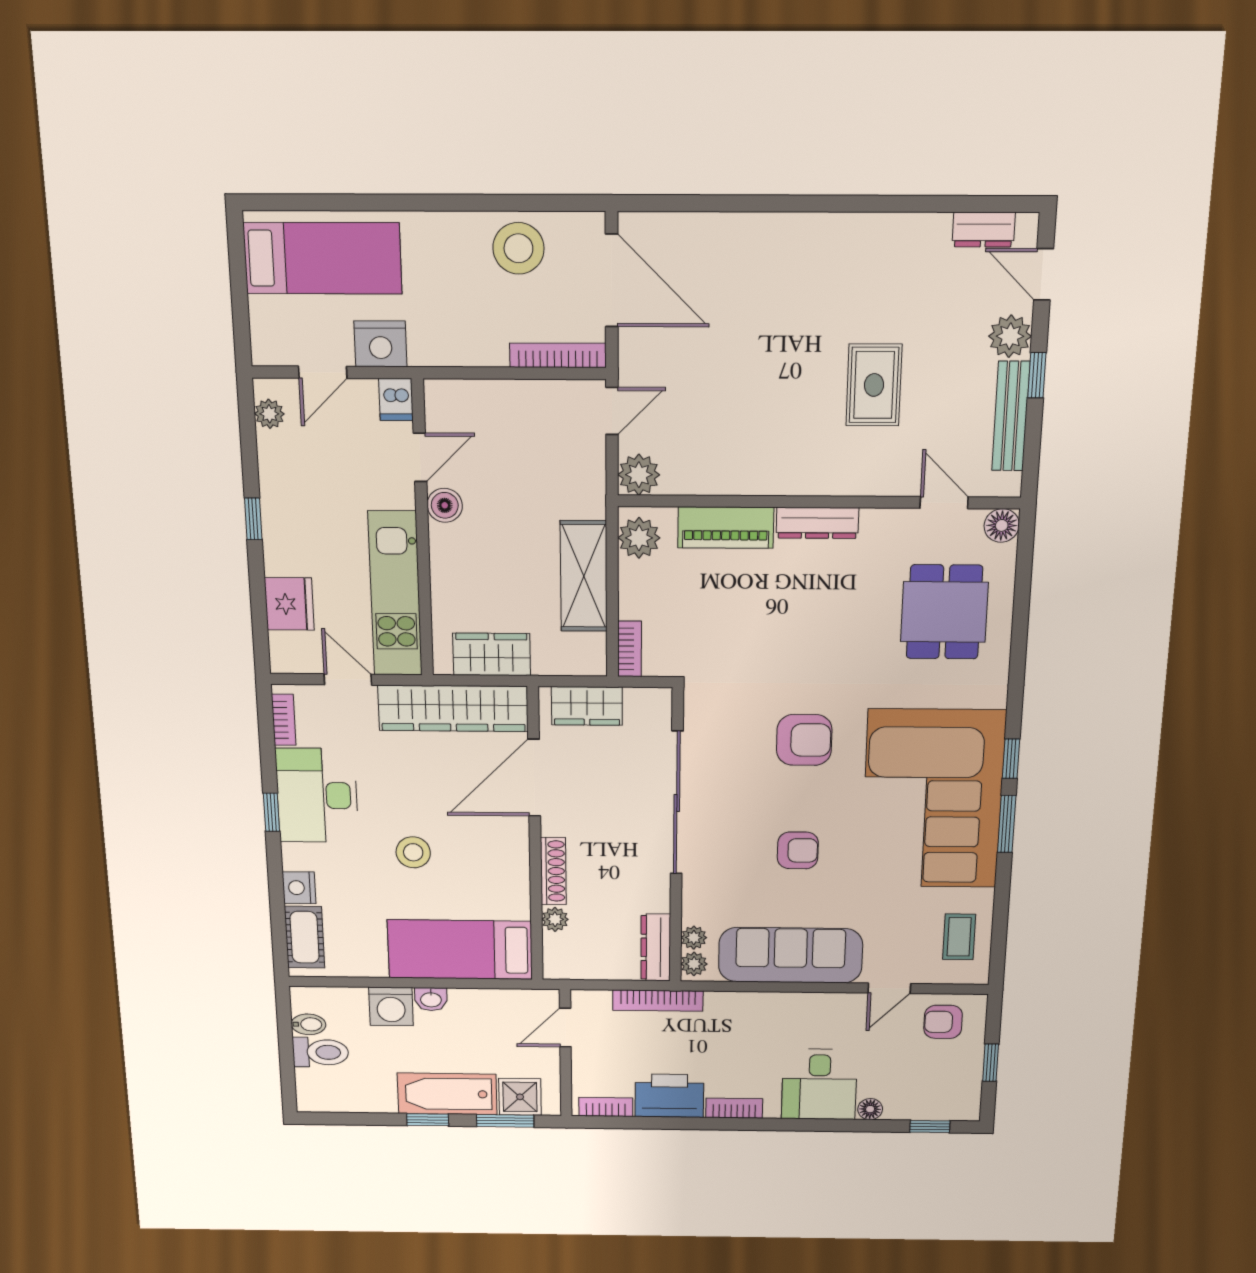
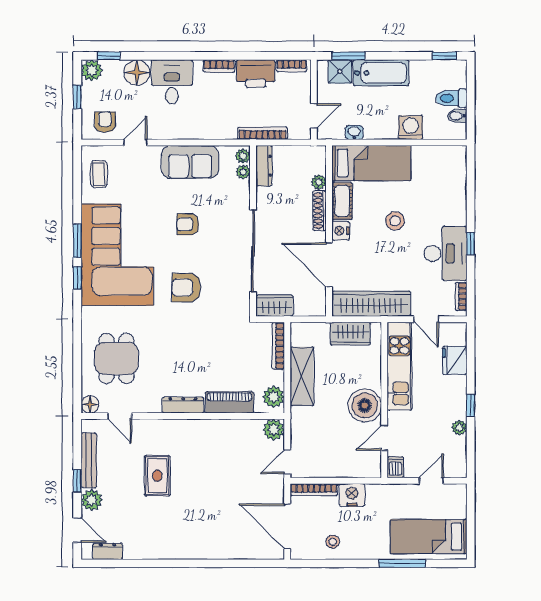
window: (374, 202) -> (402, 563), added
stool: (518, 248) -> (333, 542), width x0.53, depth x0.53
nightstand: (381, 344) -> (352, 495), moved
plant: (269, 414) -> (459, 428), moved
boiler: (445, 505) -> (365, 405), width x1.86, depth x1.86
bookcase: (630, 649) -> (278, 346), width x1.56
wardrobe: (587, 706) -> (274, 306), moved
door: (534, 778) -> (329, 265), swing flipped
nightstand: (299, 888) -> (341, 231), moved, turned 180
cot: (305, 937) -> (342, 201), moved
sofa: (790, 955) -> (190, 162), width x0.73
washbasin: (431, 999) -> (354, 132), moved
armchair: (943, 1022) -> (105, 122), turned -90
plant: (962, 1104) -> (92, 70), added
floor lamp: (870, 1109) -> (137, 73), width x1.89, depth x1.89
window: (428, 1120) -> (444, 56), moved

